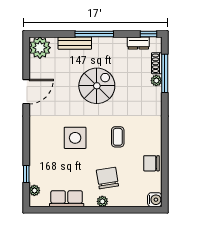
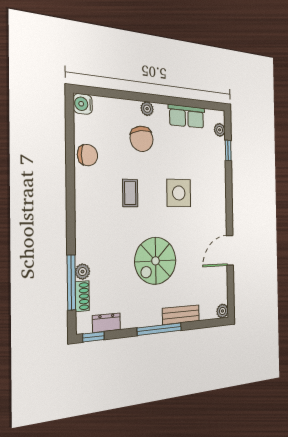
plant: (40, 48) -> (222, 311), width x0.53, depth x0.53

